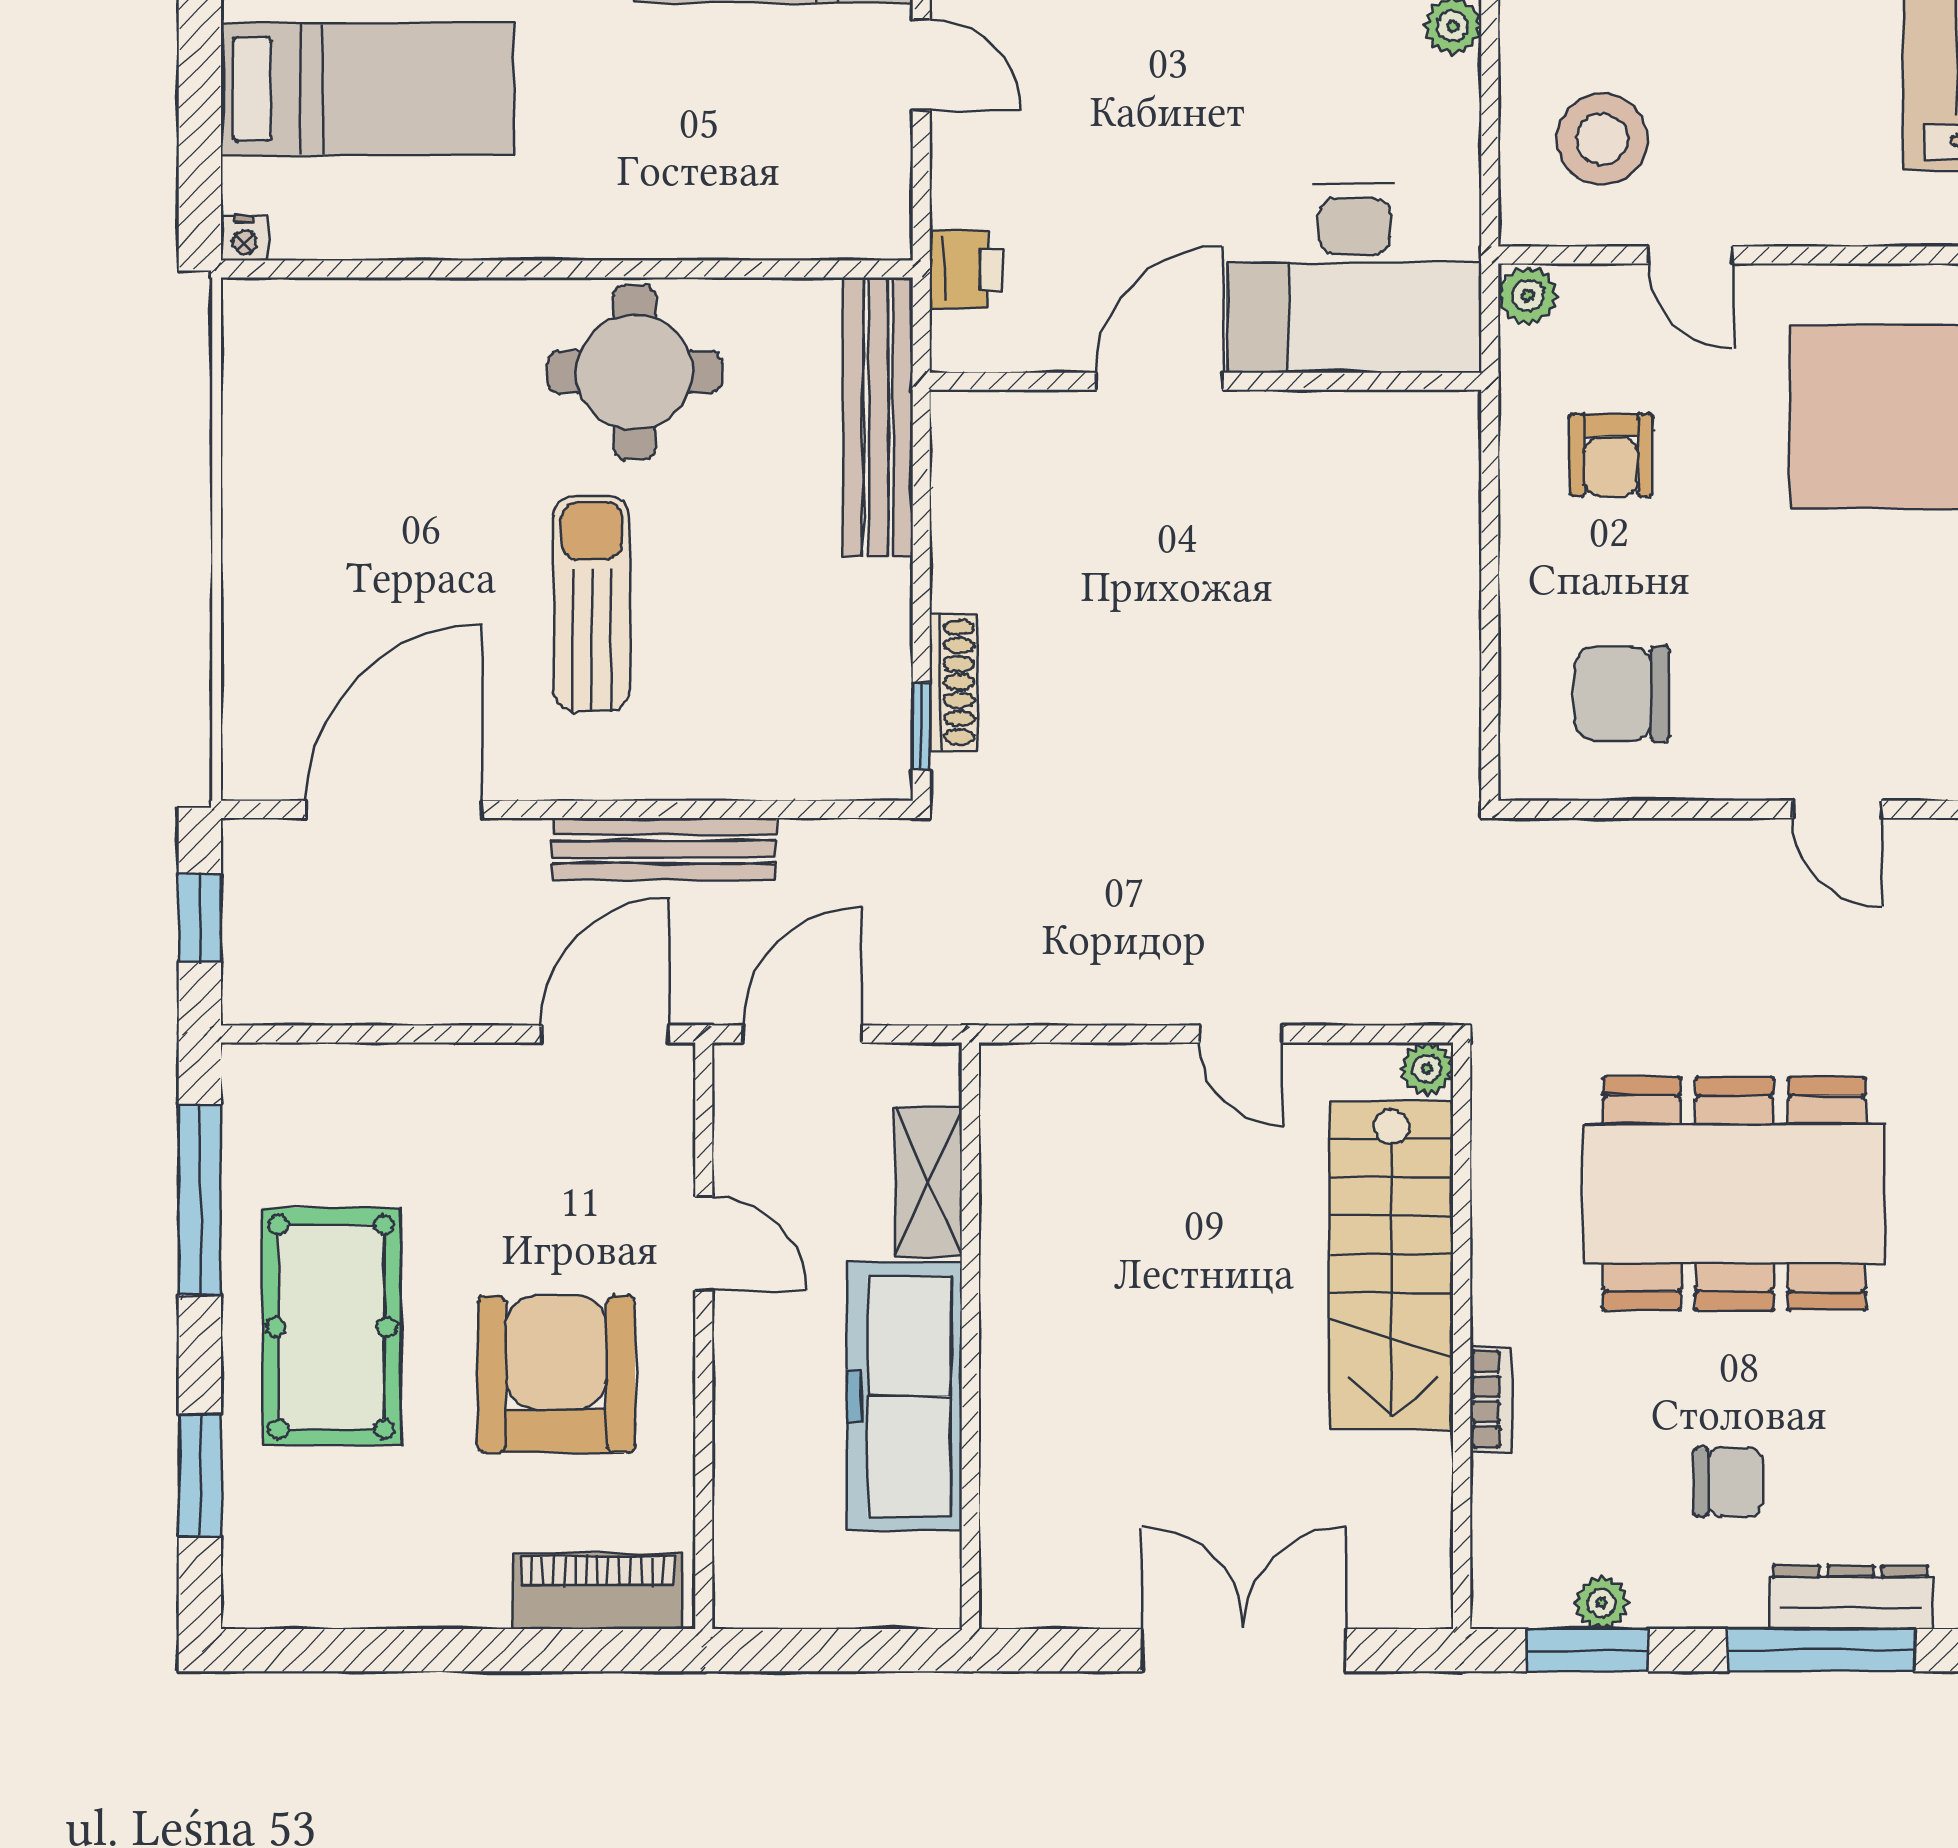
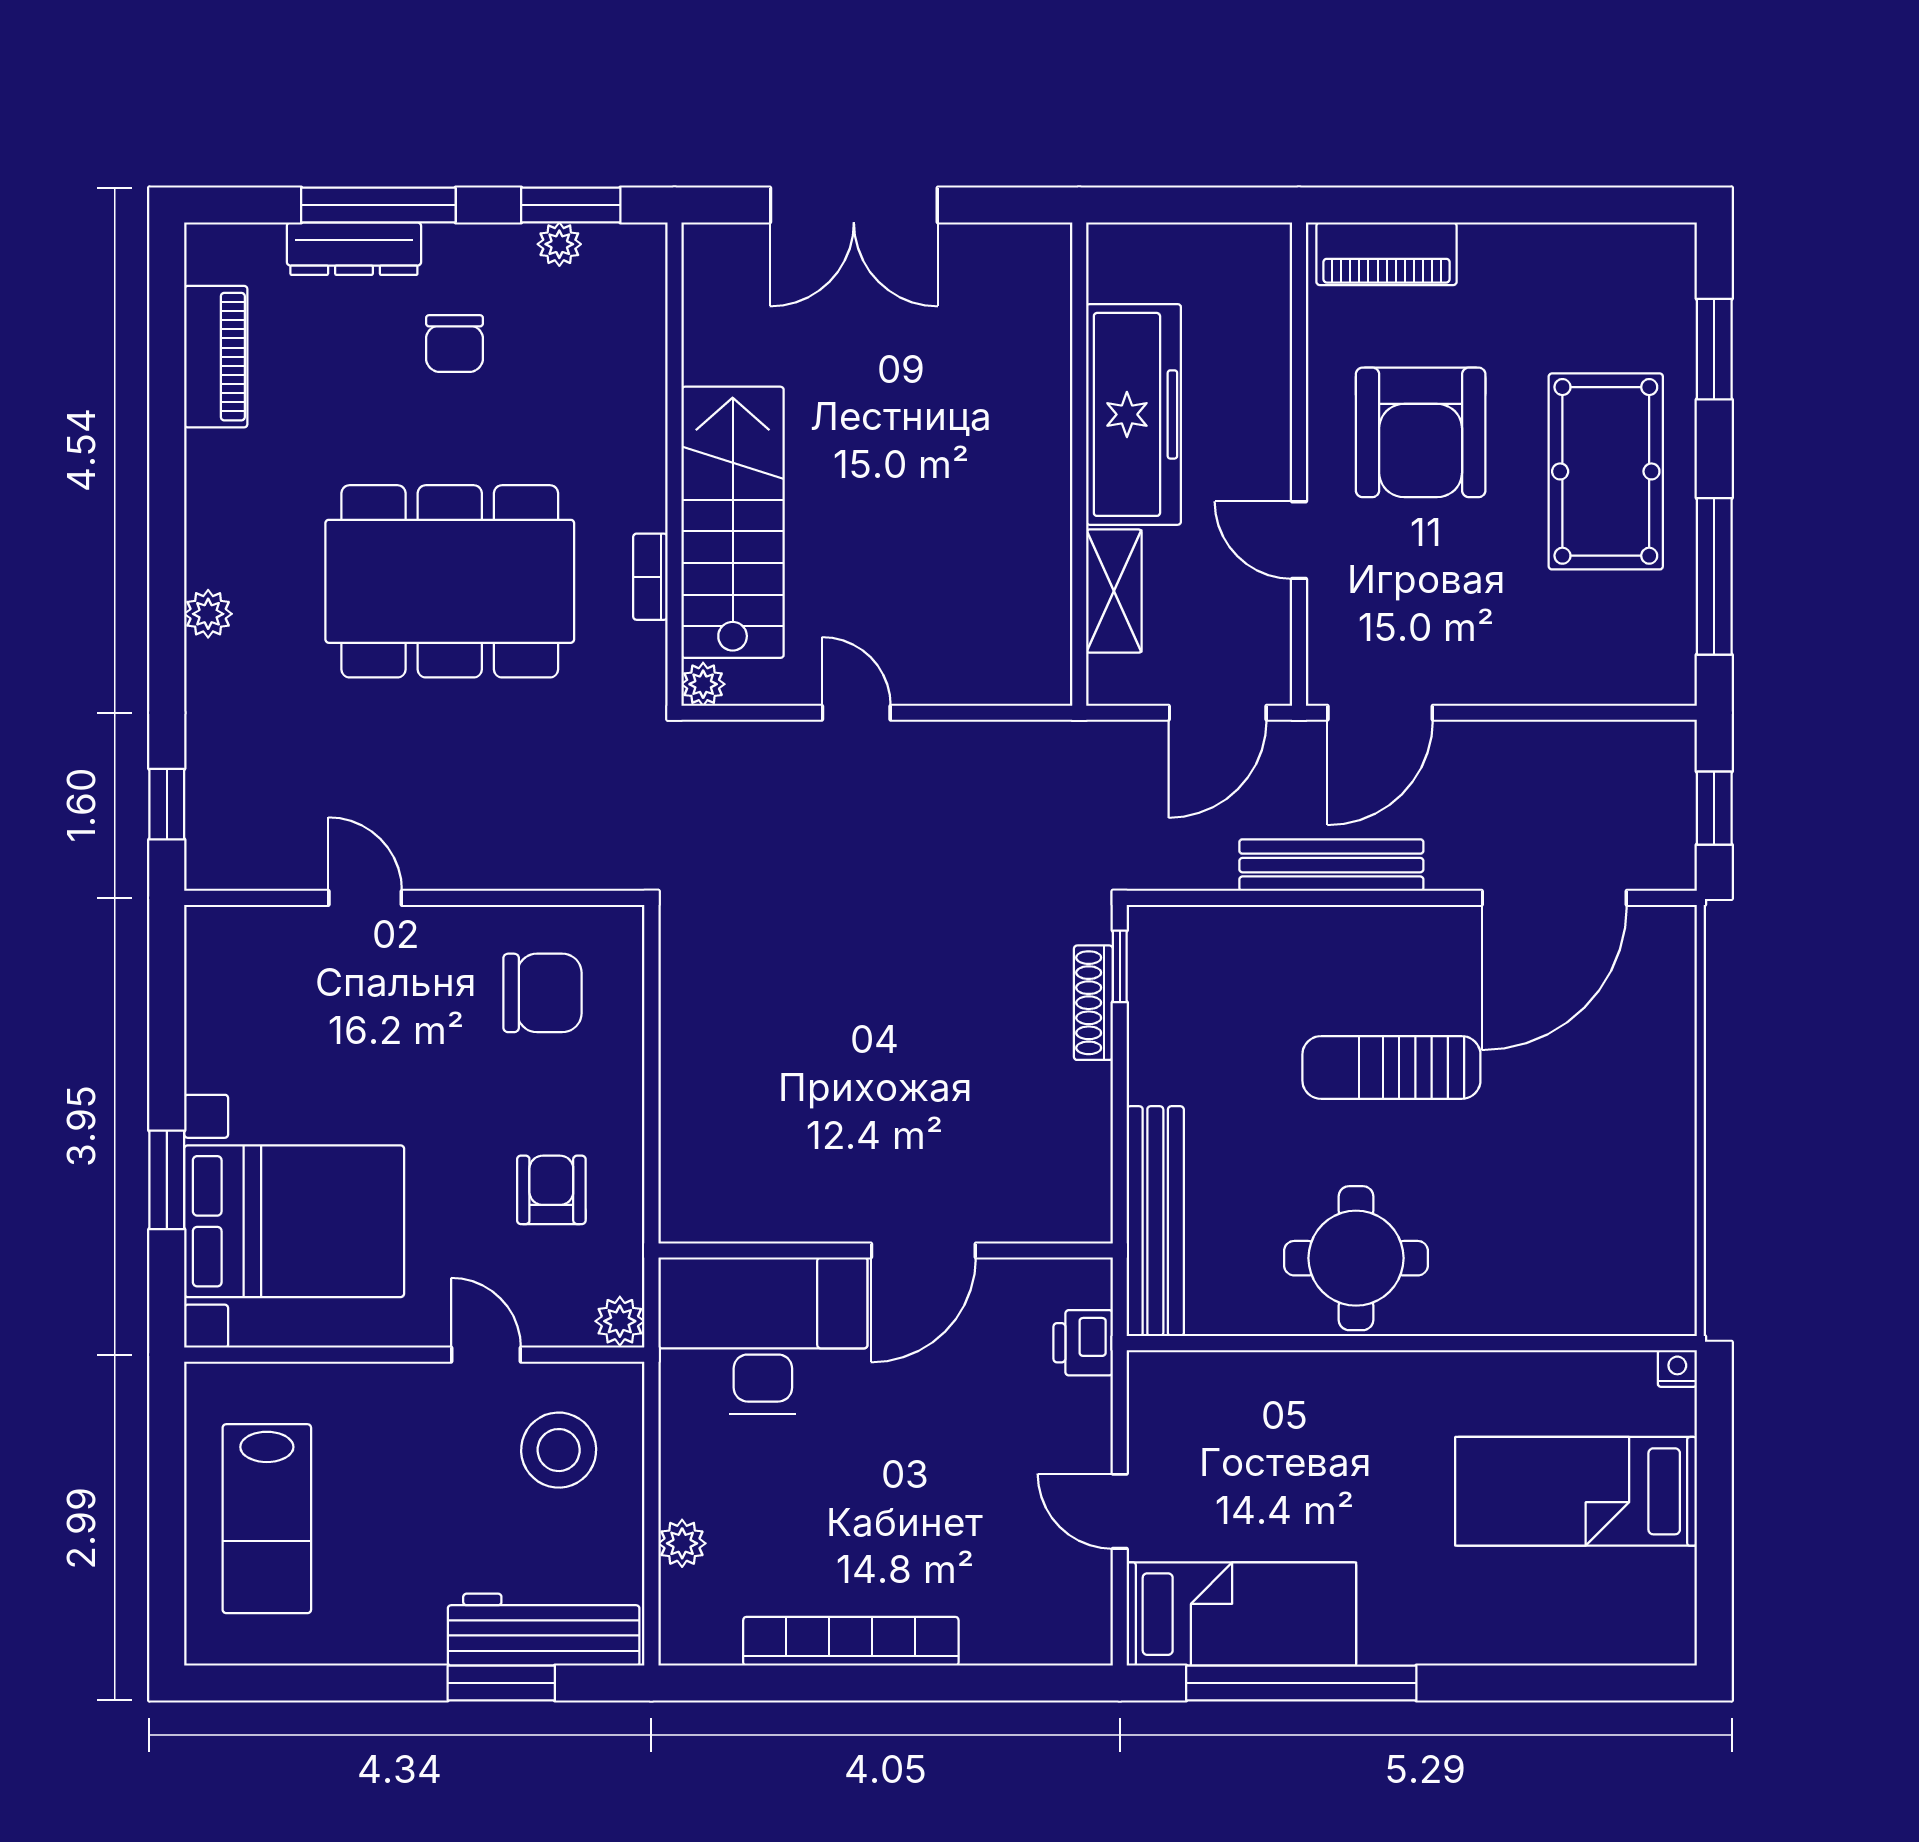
sun lounger: (592, 603) -> (1391, 1067), turned 90
bookcase: (1491, 1399) -> (650, 577), moved
chair: (1729, 1482) -> (455, 344), turned -90

